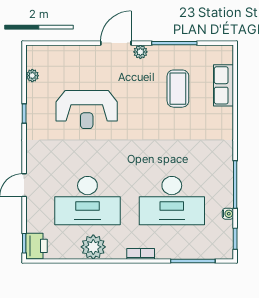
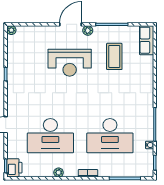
plant: (32, 76) -> (11, 30), moved
row of seats: (224, 85) -> (147, 40), moved
reception desk: (87, 110) -> (70, 63), moved
plant: (93, 247) -> (59, 173), width x0.53, depth x0.53

